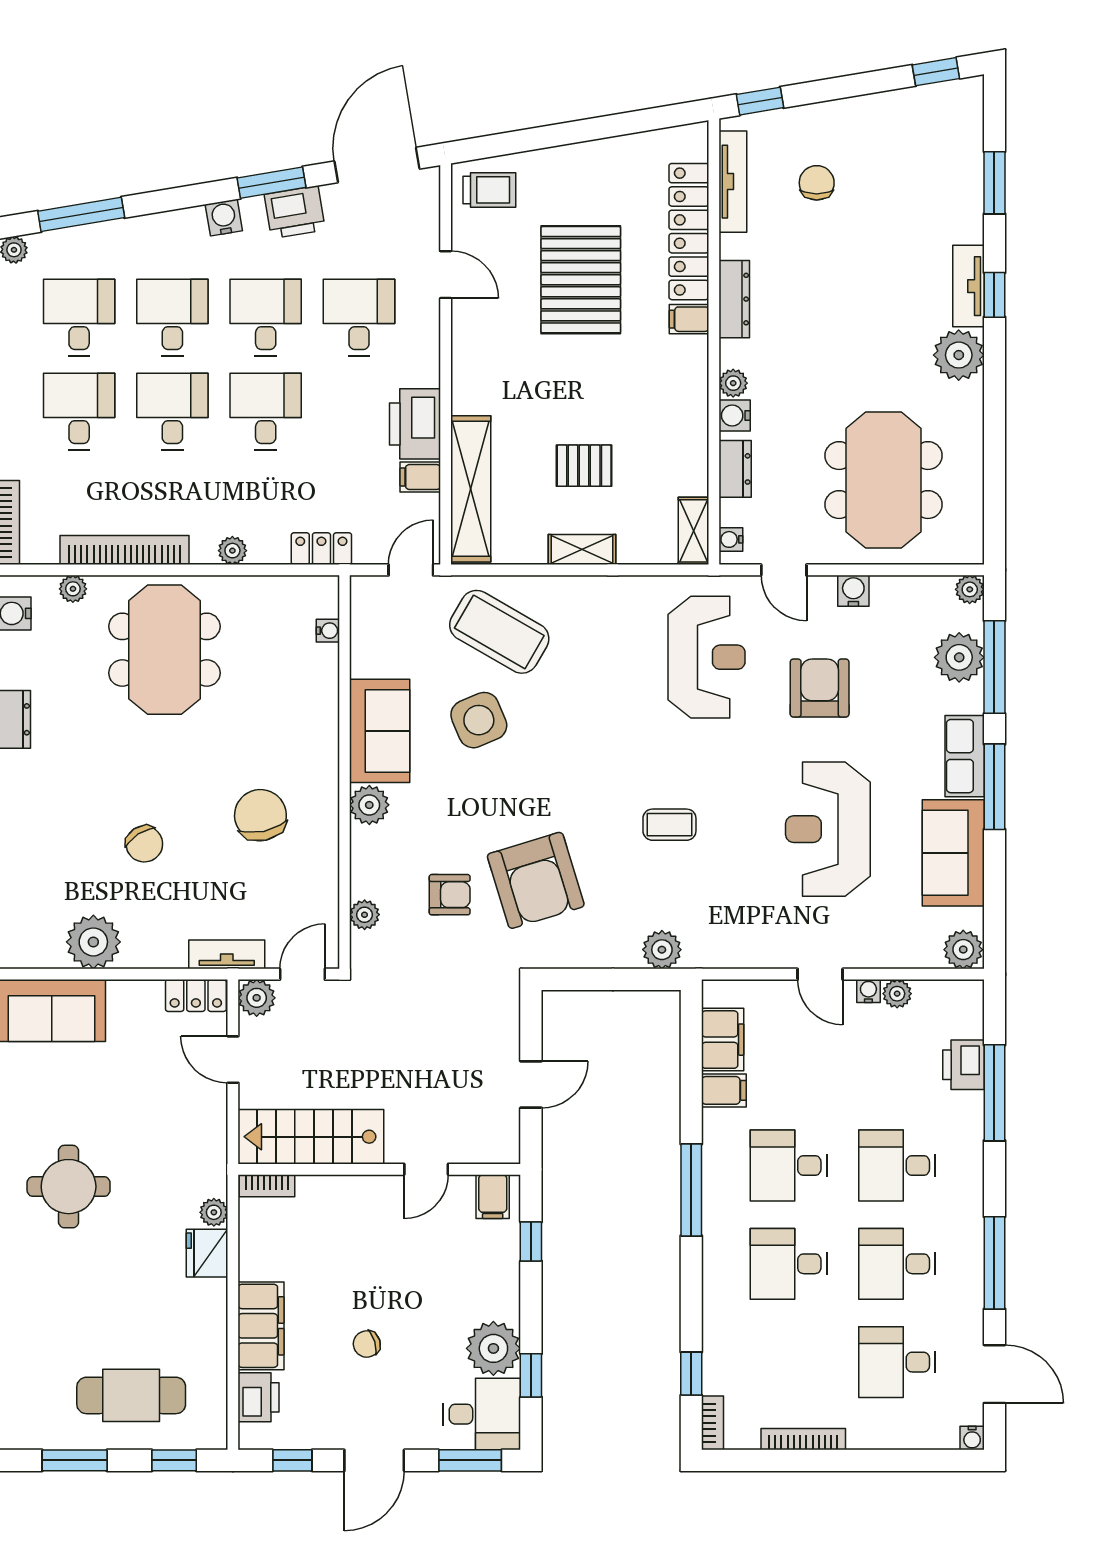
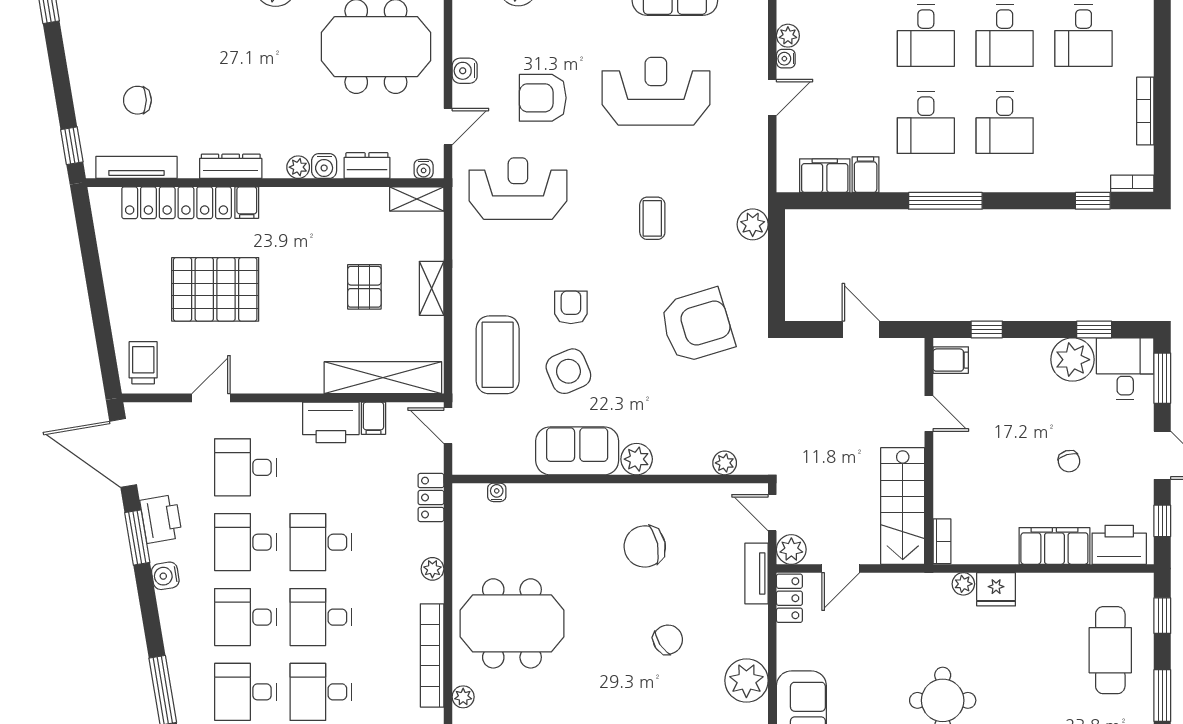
coffee table: (499, 632) -> (498, 355), turned -30
reception desk: (828, 829) -> (656, 91), turned 180
armchair: (450, 895) -> (571, 307), moved
printer: (259, 1397) -> (1119, 545), width x1.37, depth x1.19

